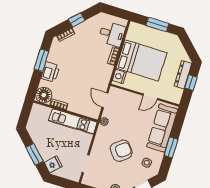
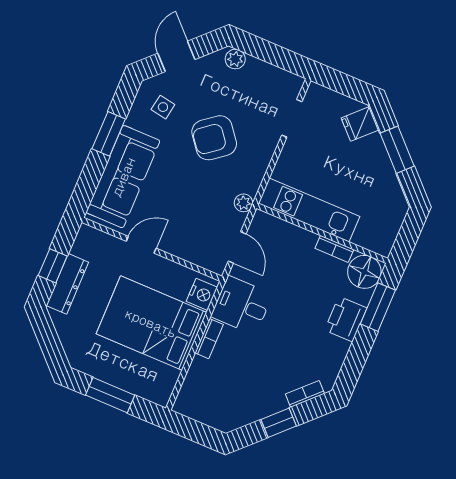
desk: (112, 34) -> (242, 305), moved
window: (41, 60) -> (378, 307), moved

